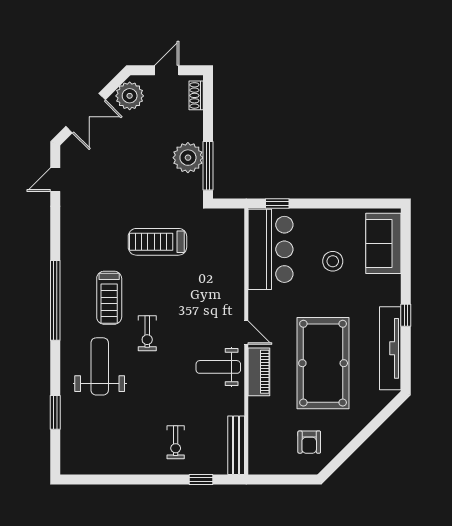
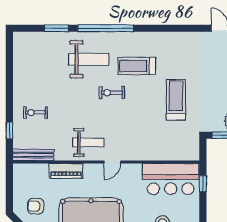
window: (55, 300) -> (106, 28), moved
weight bench: (218, 367) -> (88, 142), turned 90
piano: (259, 372) -> (66, 171), moved

